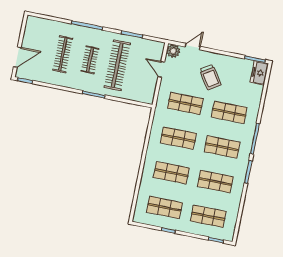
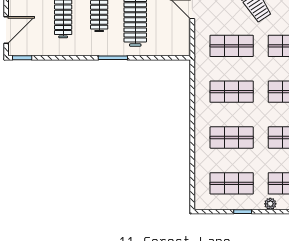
plant: (190, 229) -> (270, 204), added

